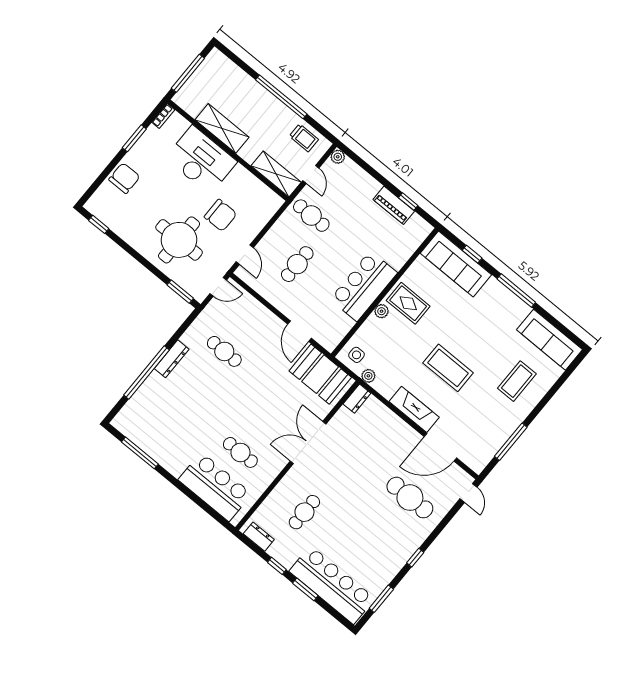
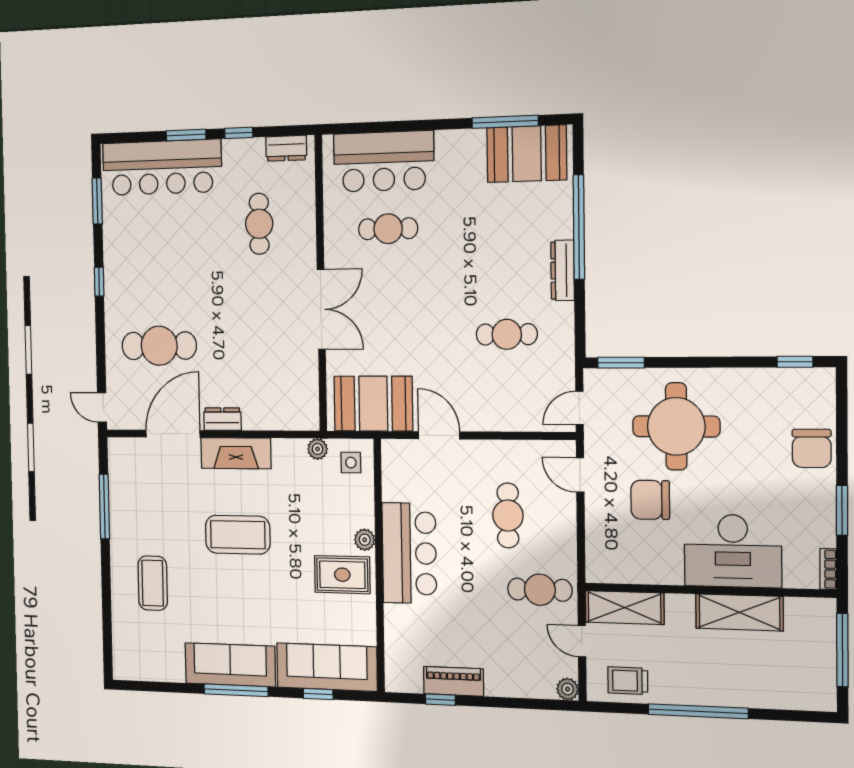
sofa: (549, 340) -> (230, 665), moved
dresser: (357, 399) -> (222, 419), moved, turned 90
booth: (142, 429) -> (527, 154), added

